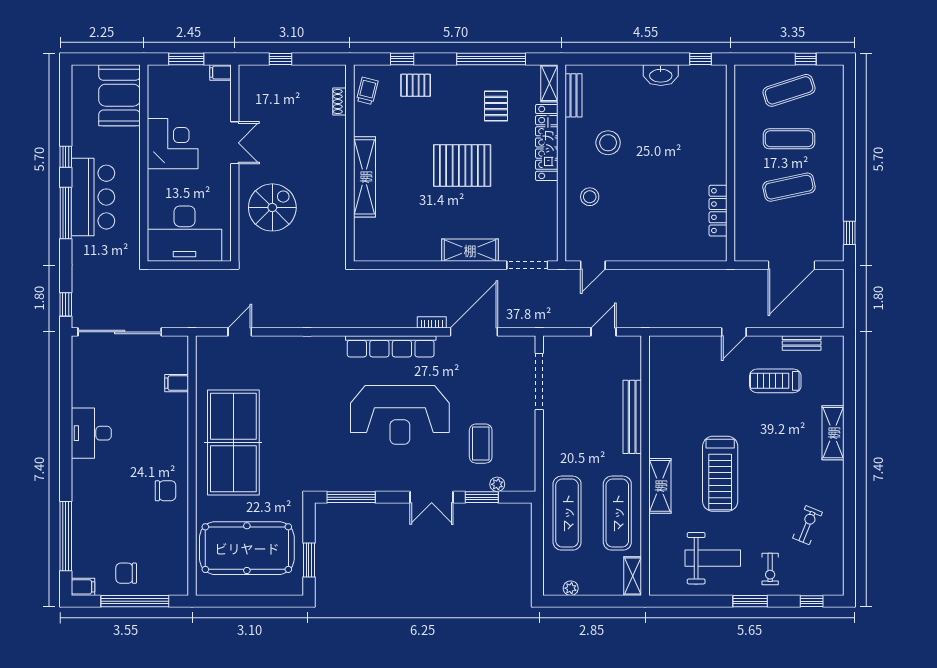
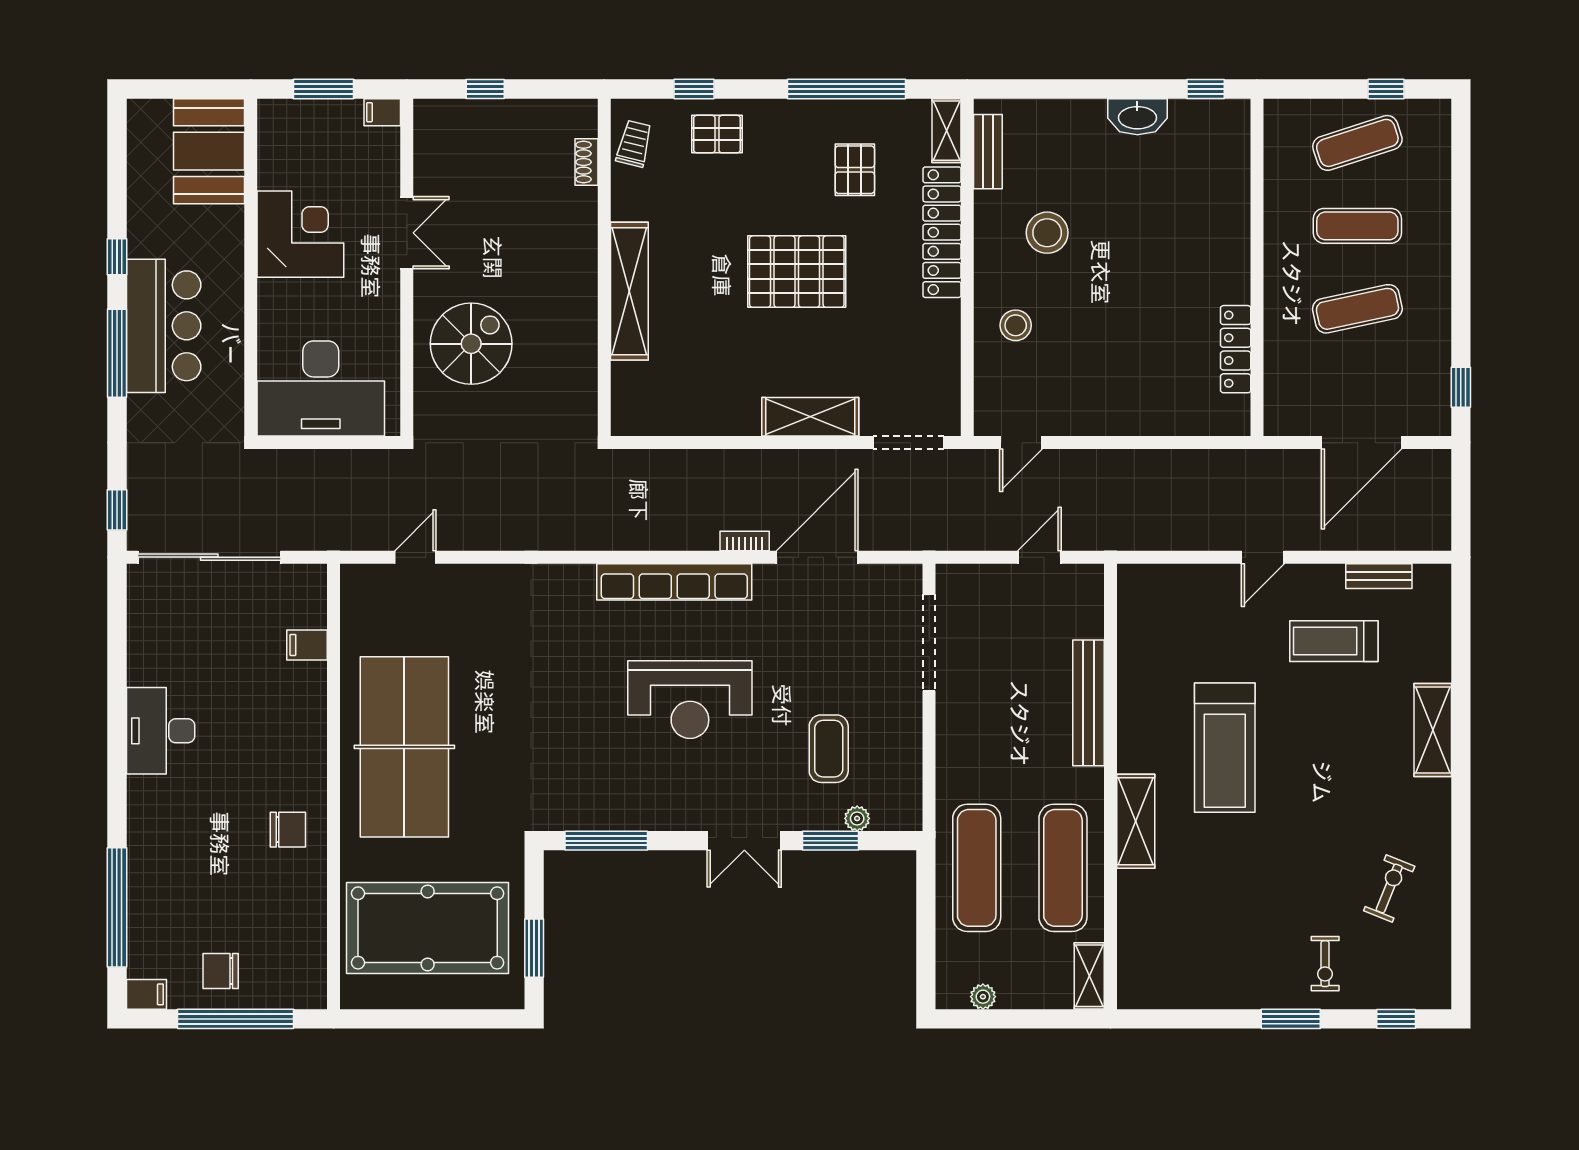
reception desk: (400, 415) -> (690, 700), width x0.74, depth x0.77
treadmill: (720, 474) -> (1225, 748), moved
weight bench: (713, 558) -> (1227, 945), removed

